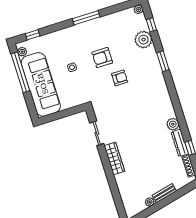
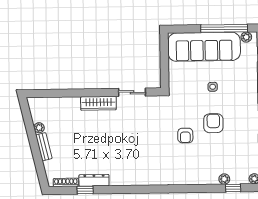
plant: (143, 40) -> (224, 179), width x0.53, depth x0.53
window: (163, 61) -> (189, 189), removed
plant: (173, 124) -> (117, 179), removed

